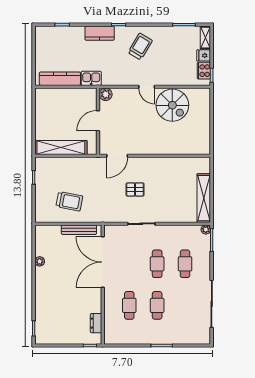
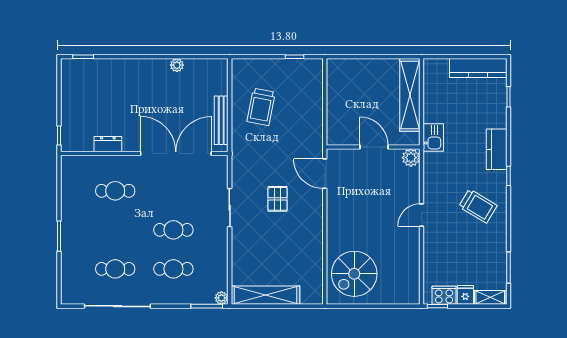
kitchen counter: (60, 79) -> (478, 68), moved, turned 90
spiral stairs: (172, 105) -> (354, 274), moved
shelving: (61, 147) -> (410, 95), moved
cafe table: (157, 305) -> (115, 269), moved
dresser: (96, 323) -> (108, 144), moved

